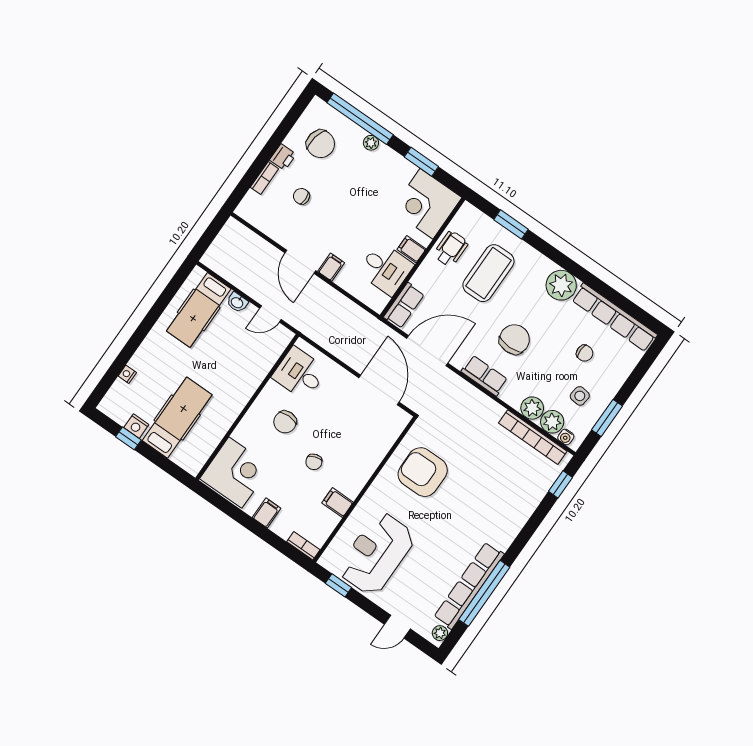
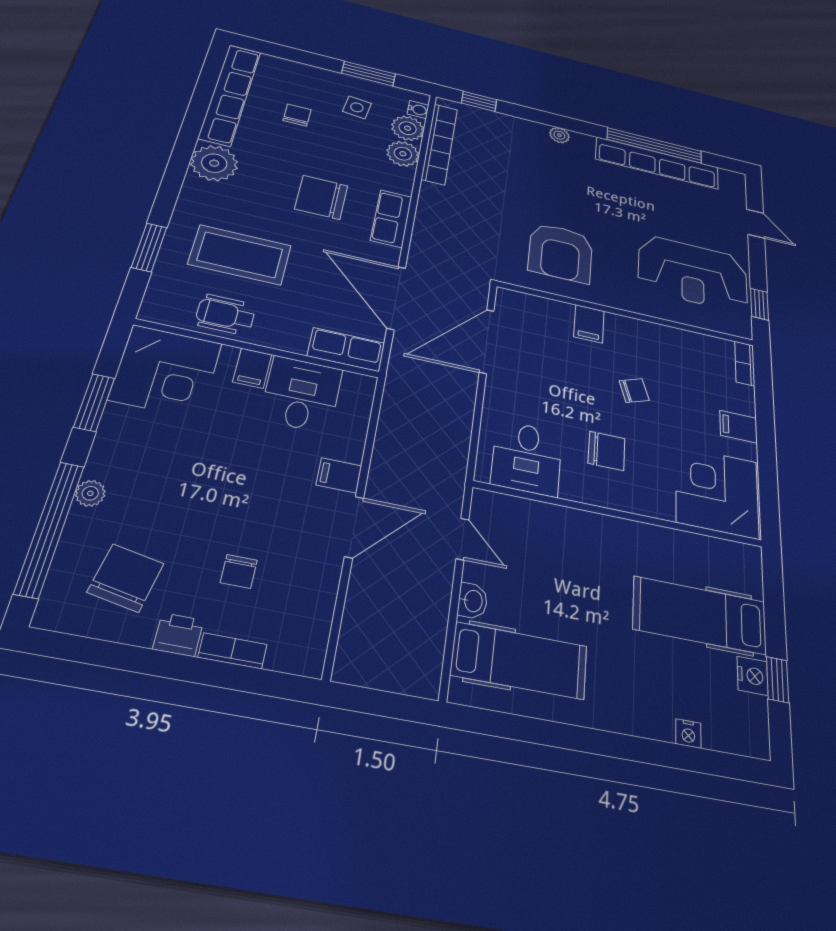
filing cabinet: (338, 503) -> (589, 324), moved
plant: (440, 633) -> (559, 135), moved

